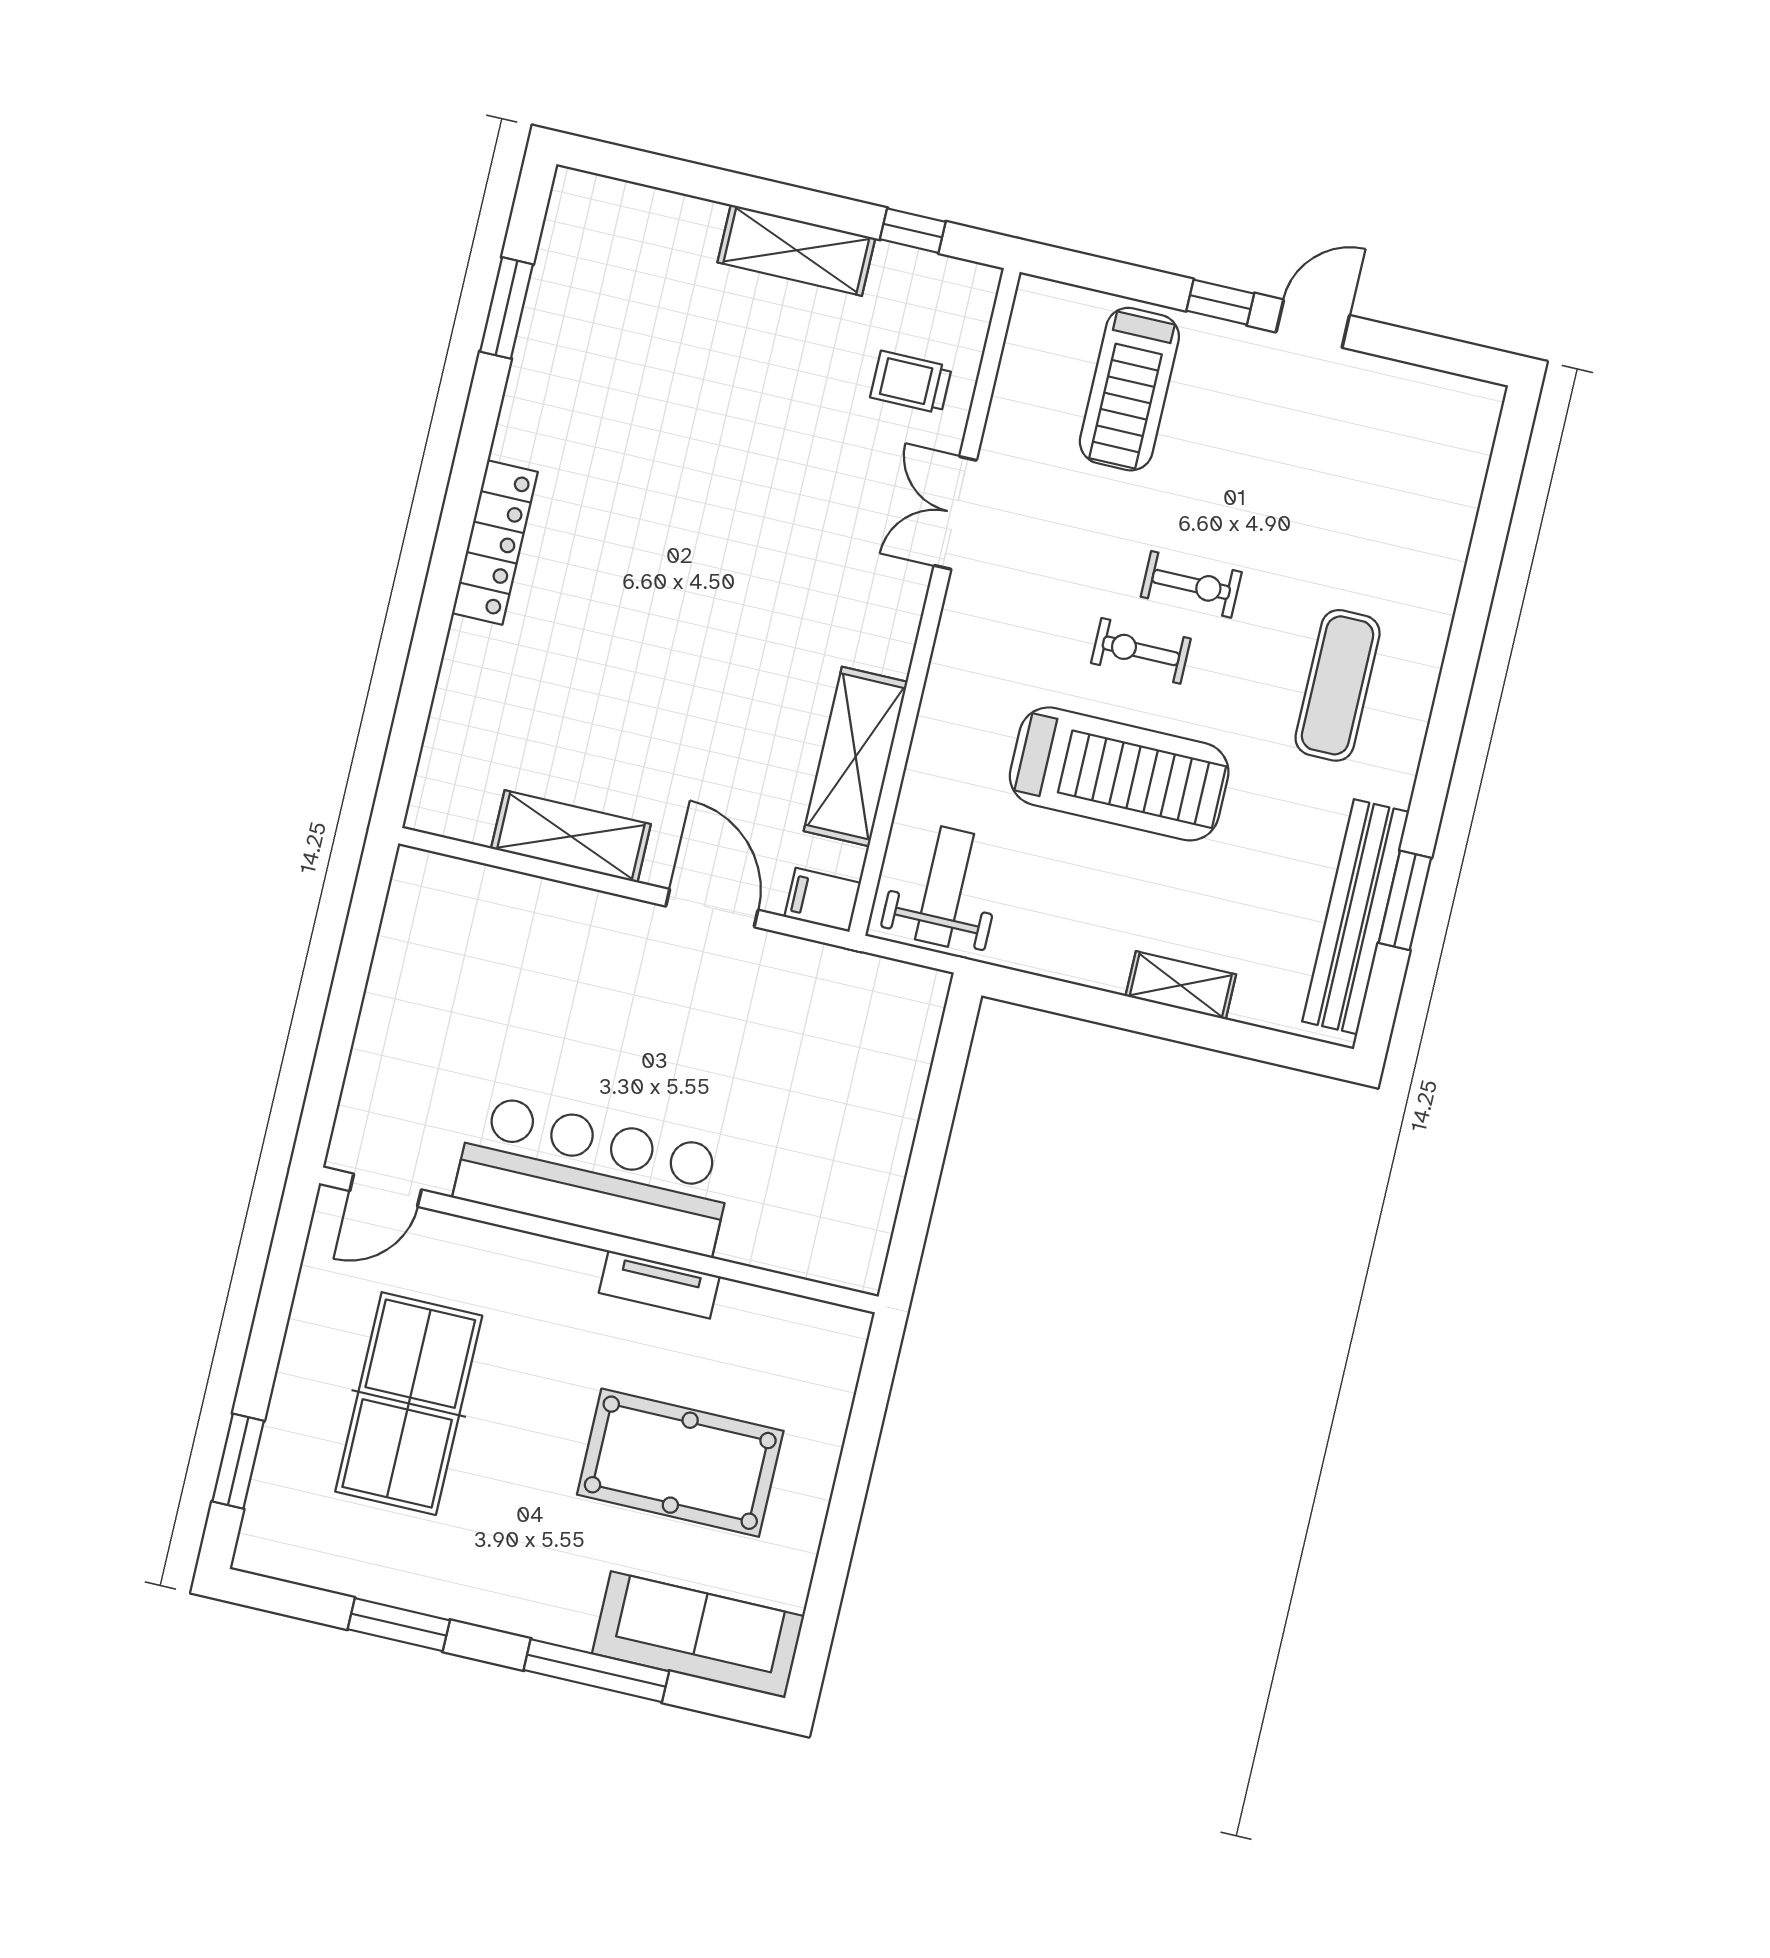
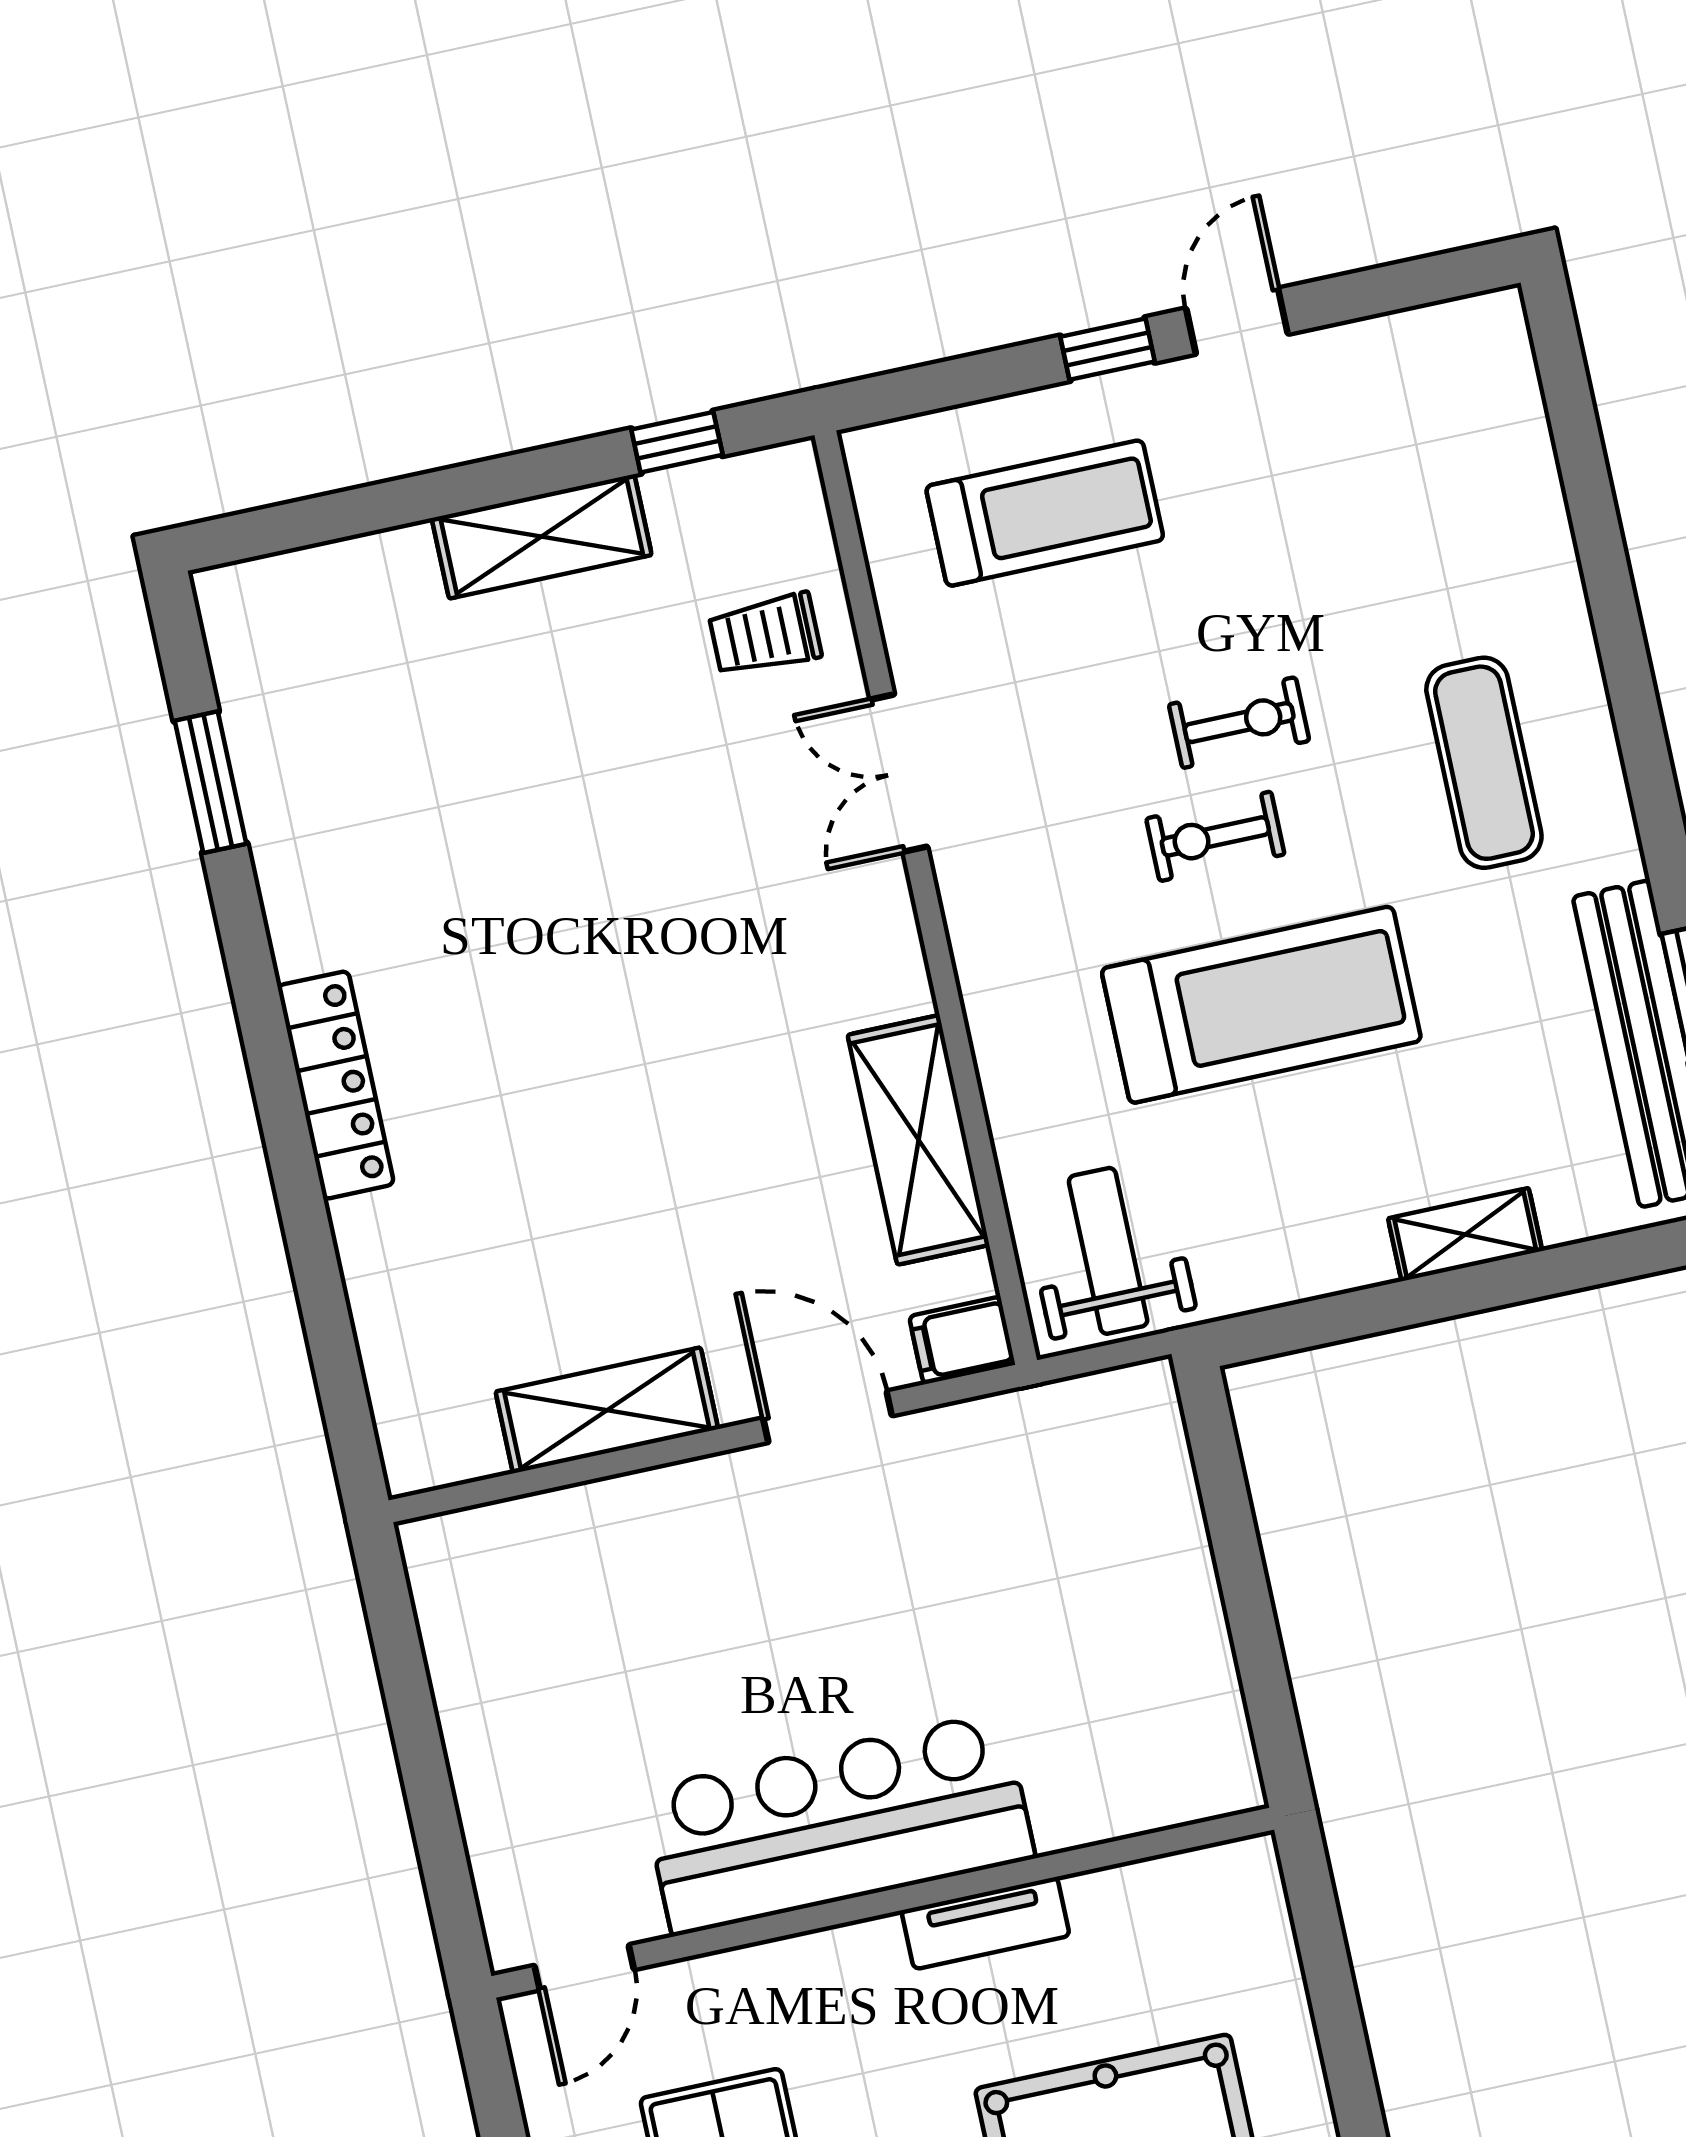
treadmill: (1129, 389) -> (1045, 513), turned -90

